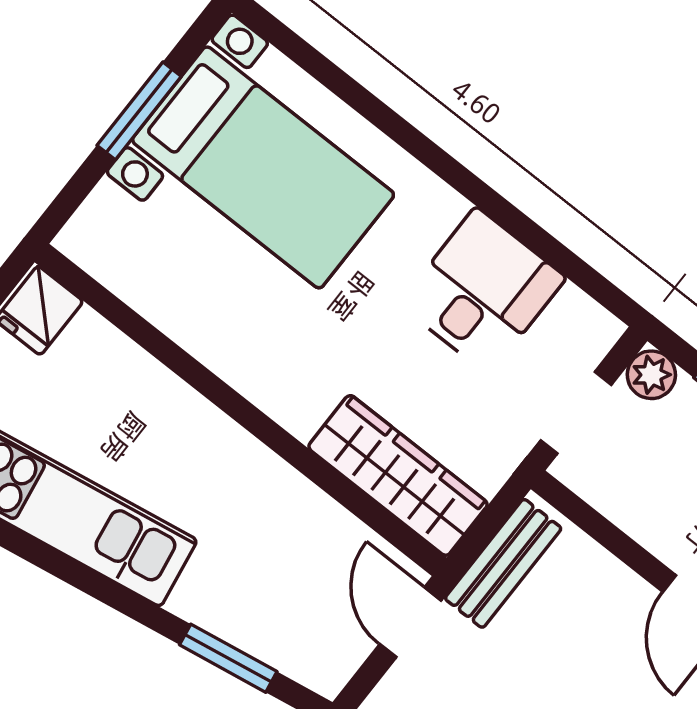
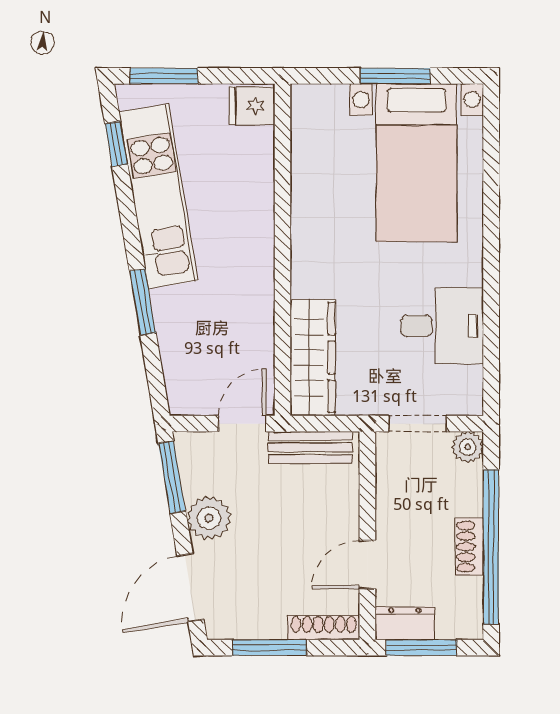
window: (228, 658) -> (143, 302), moved

